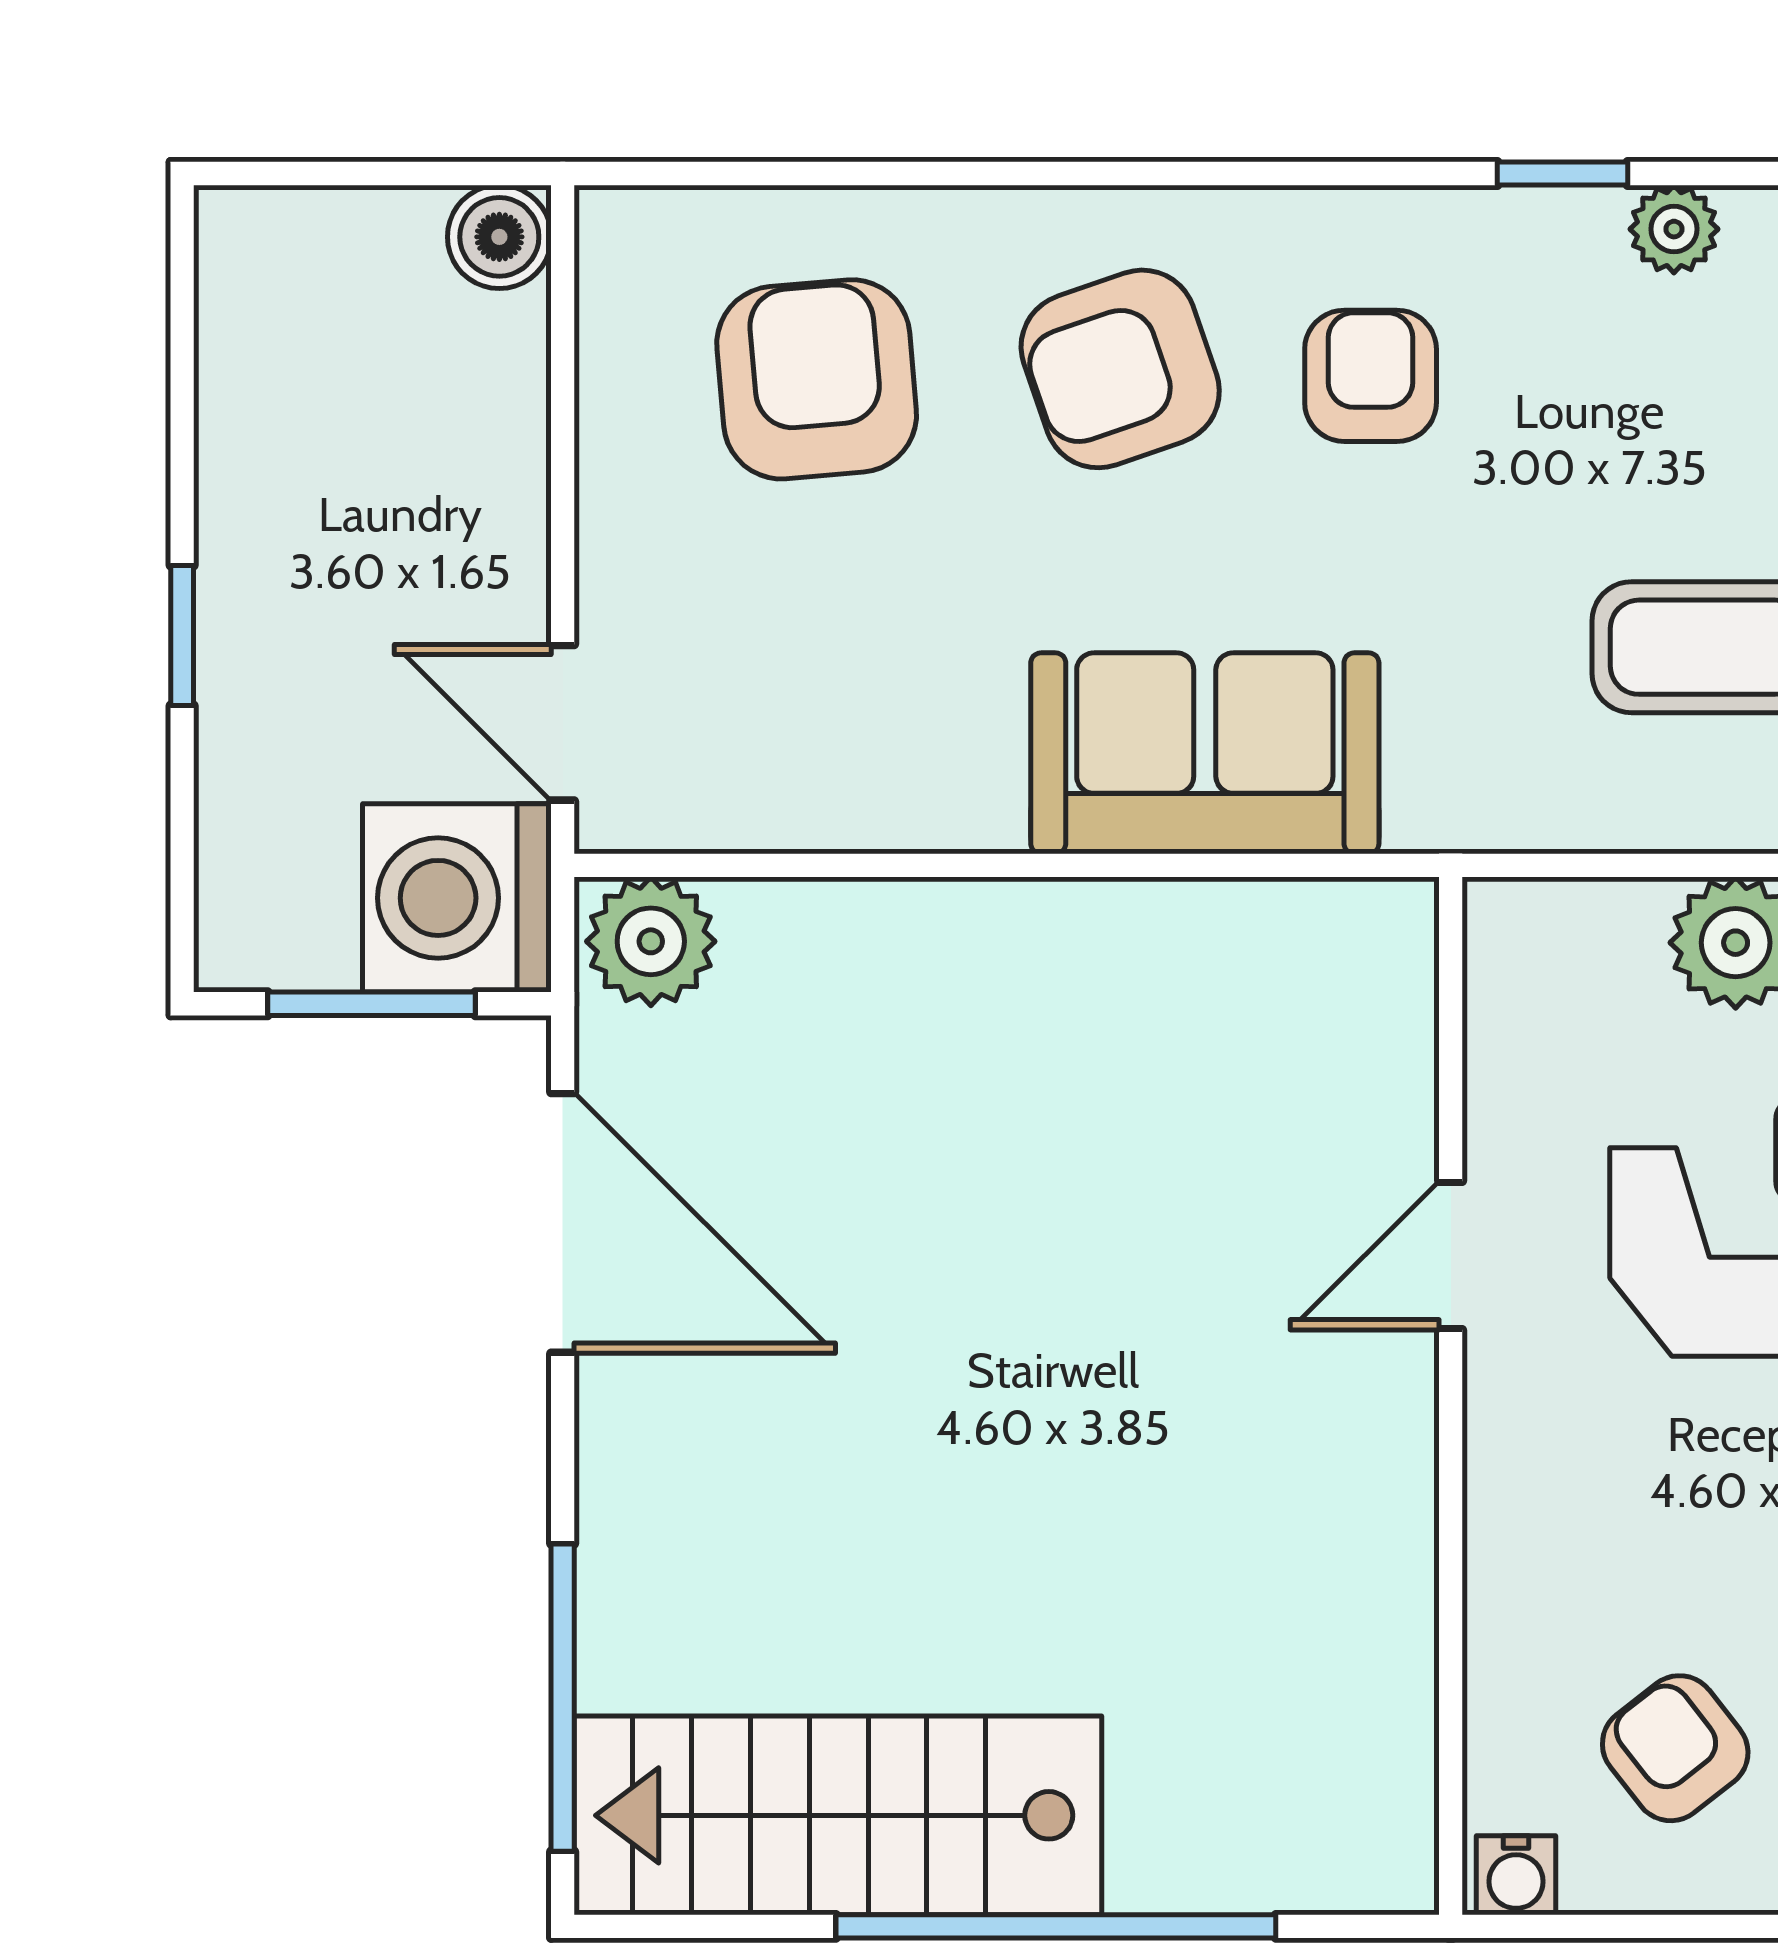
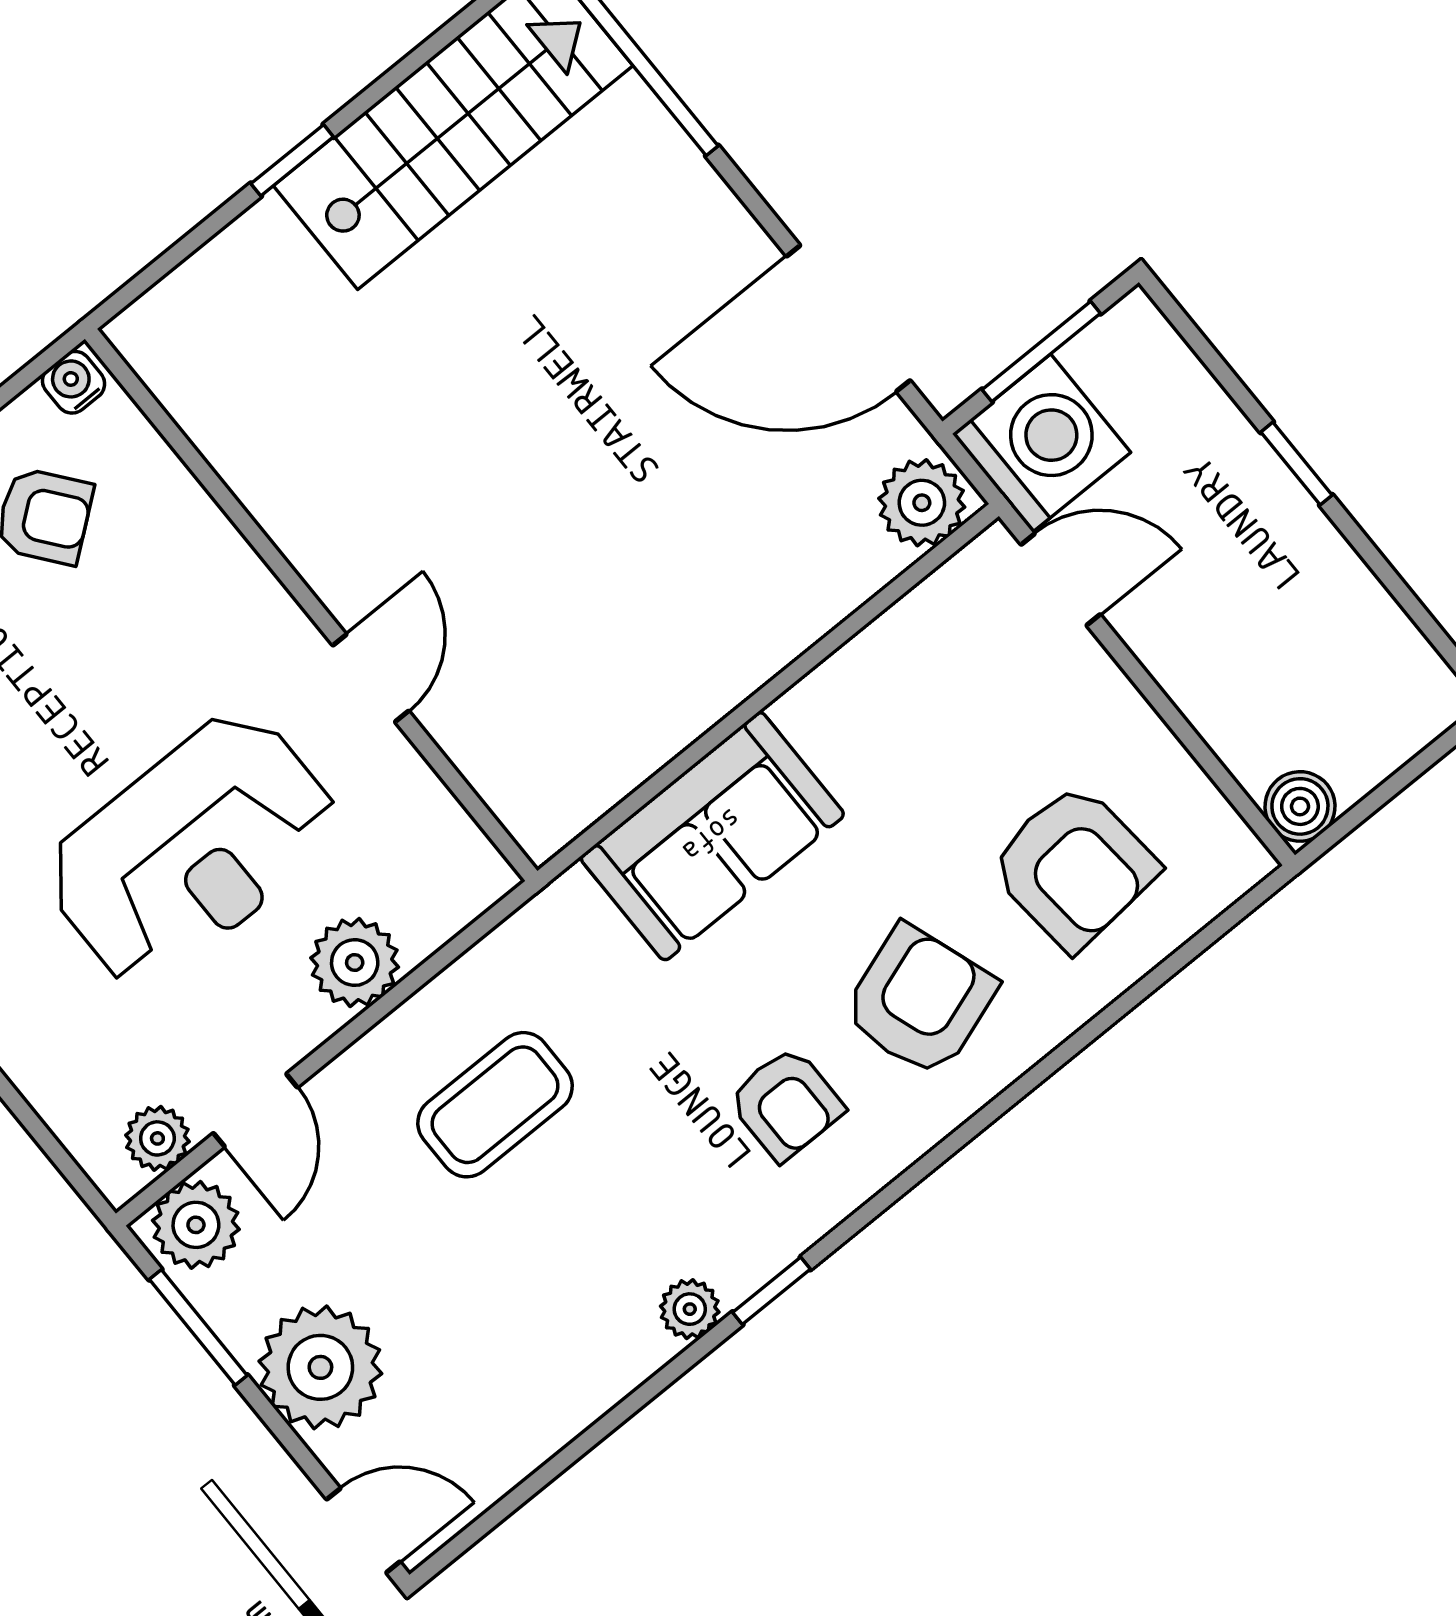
window: (1056, 1926) -> (292, 160), width x0.32

